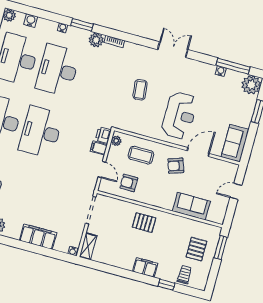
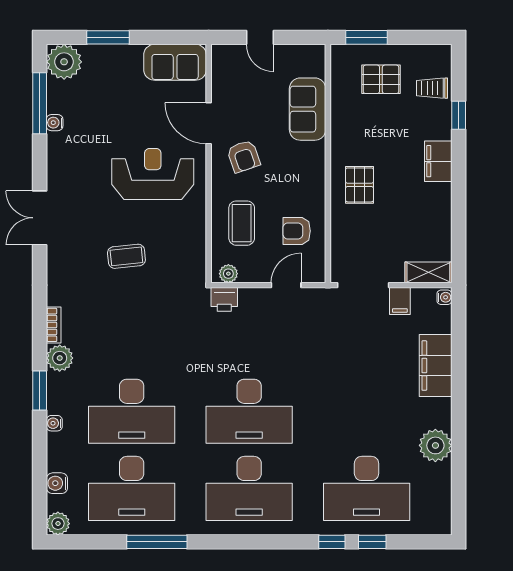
filing cabinet: (99, 148) -> (400, 301), moved
armchair: (129, 183) -> (297, 231), turned 90

